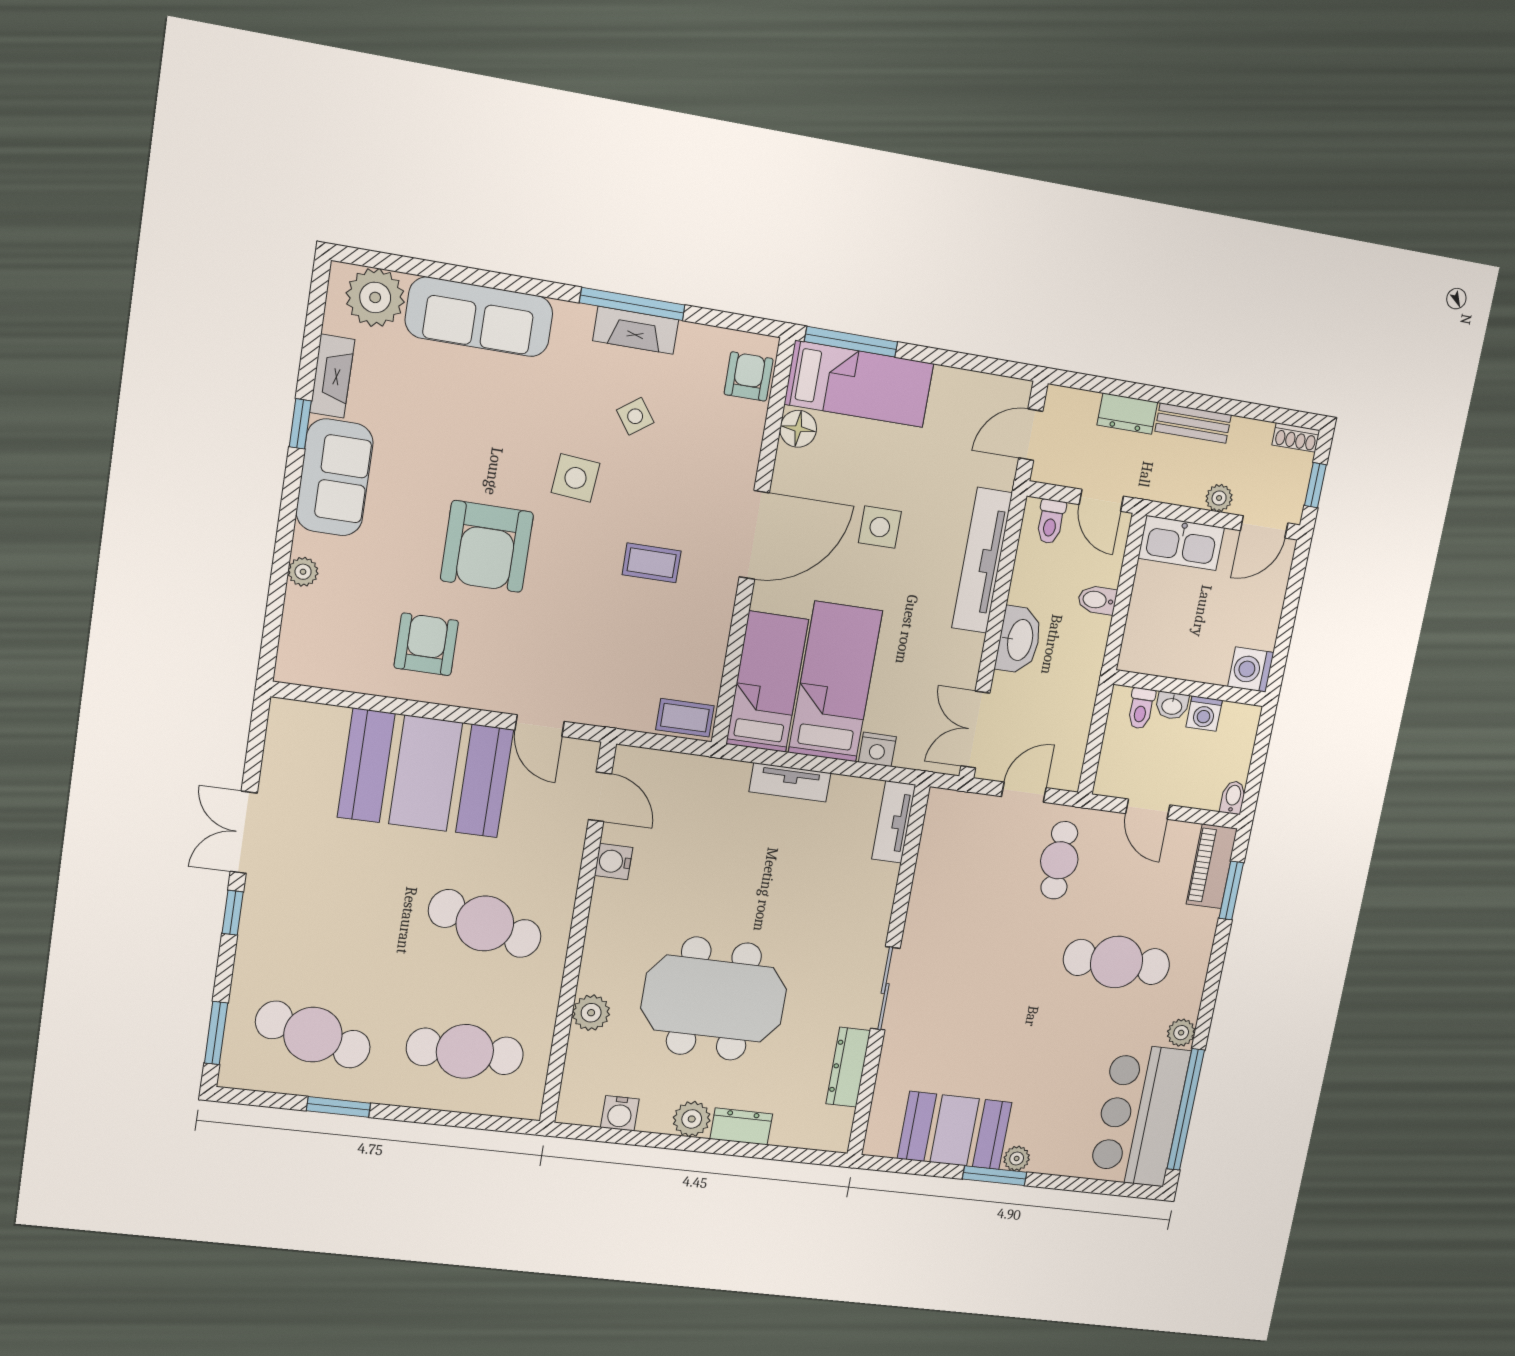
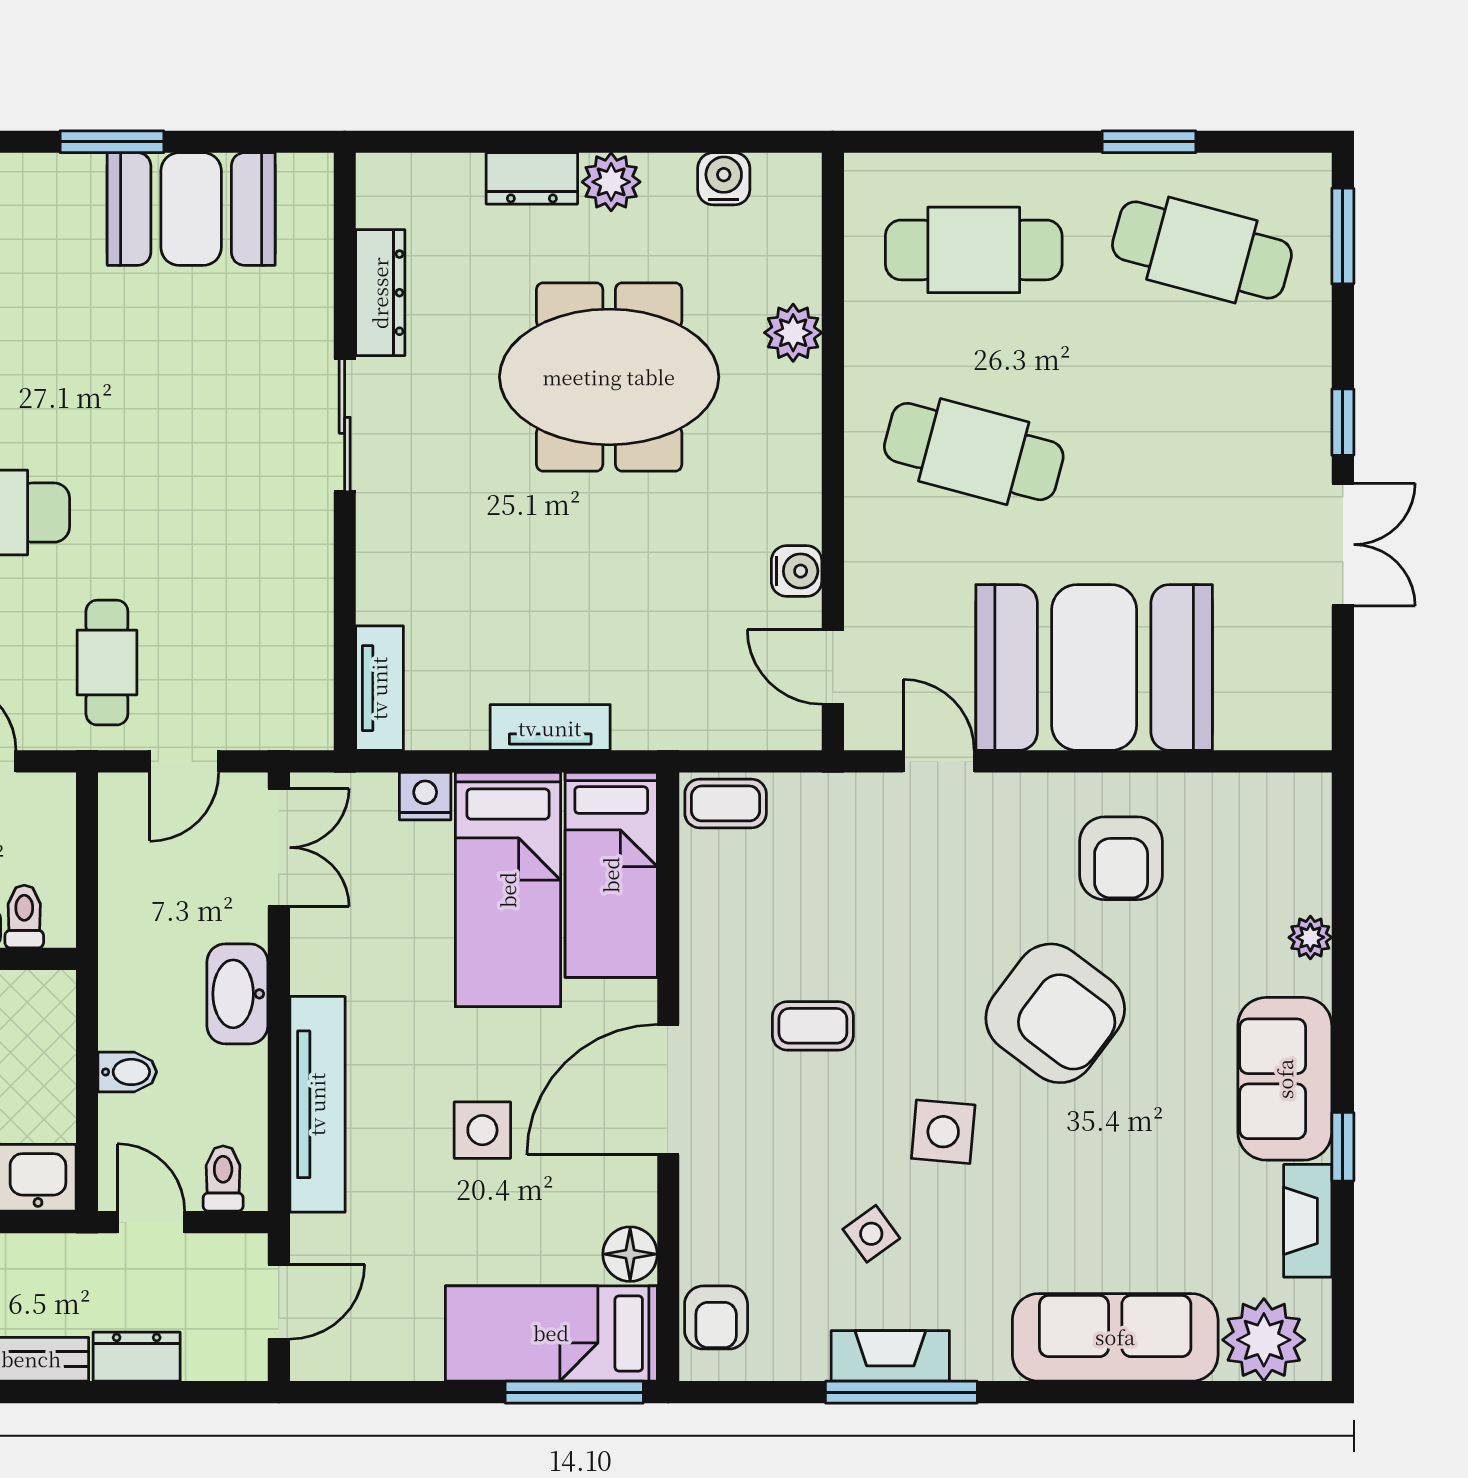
armchair: (487, 547) -> (1055, 1013), turned 127
plant: (1017, 1158) -> (81, 174), removed

